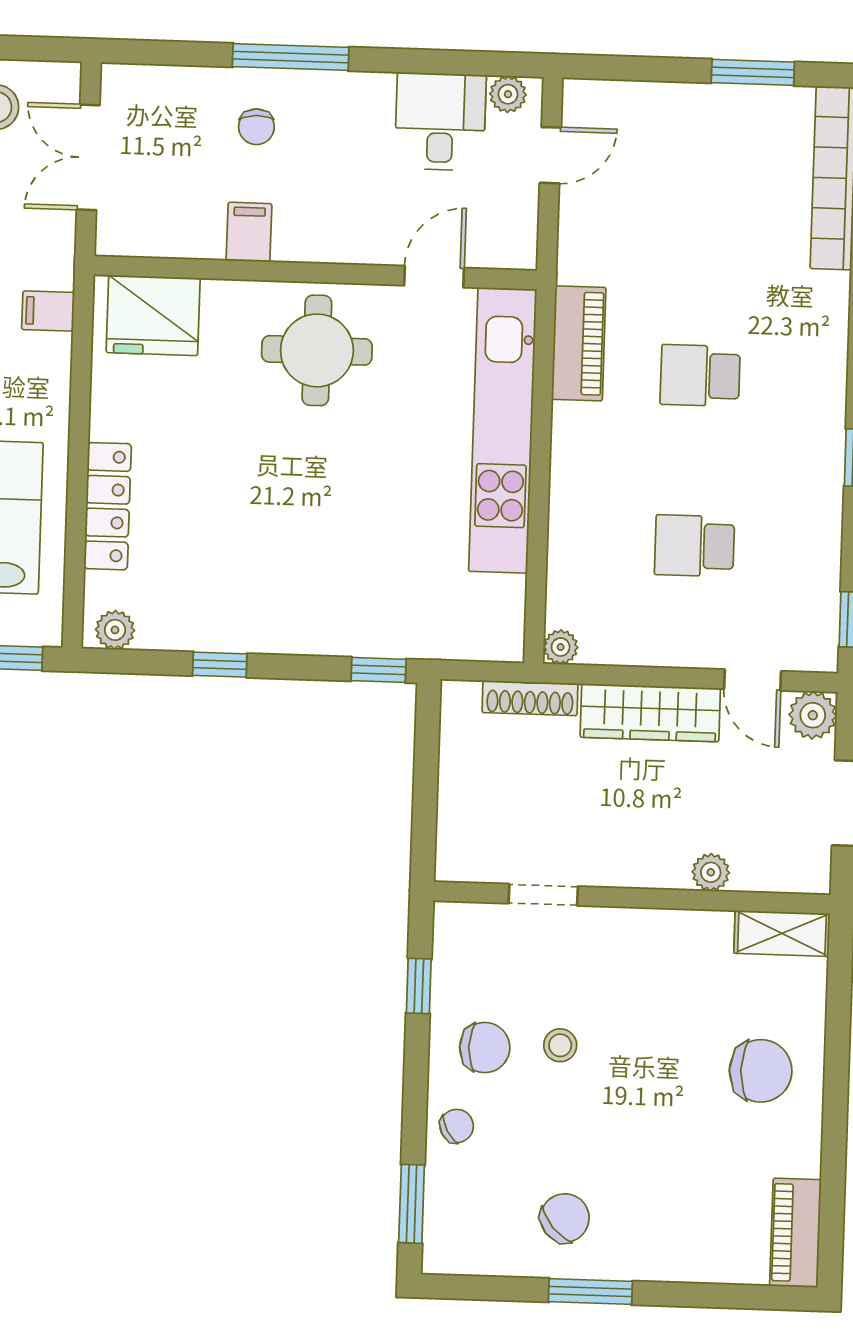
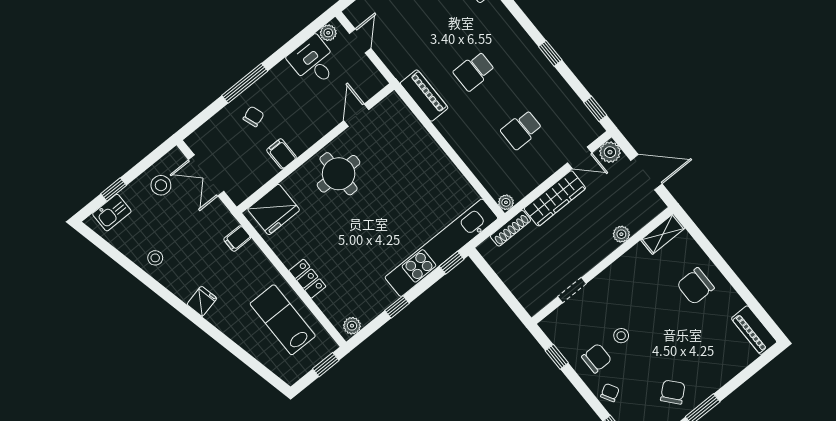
chair: (256, 127) -> (254, 116), turned -107
kitchen unit: (503, 430) -> (441, 248), moved, turned 90
locker: (108, 506) -> (307, 279), width x0.66
chair: (761, 1071) -> (696, 286), turned 180

